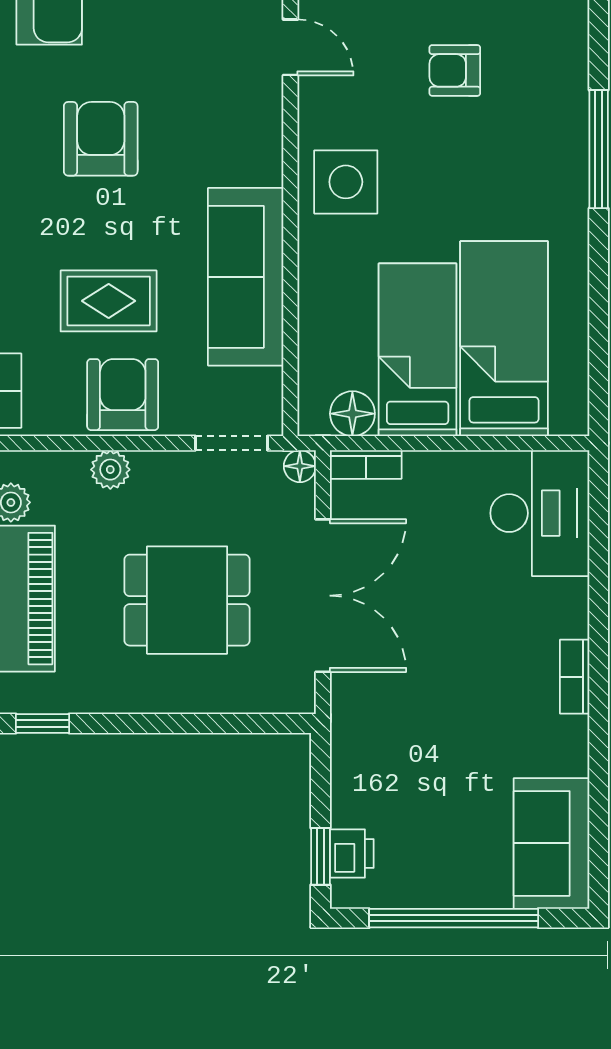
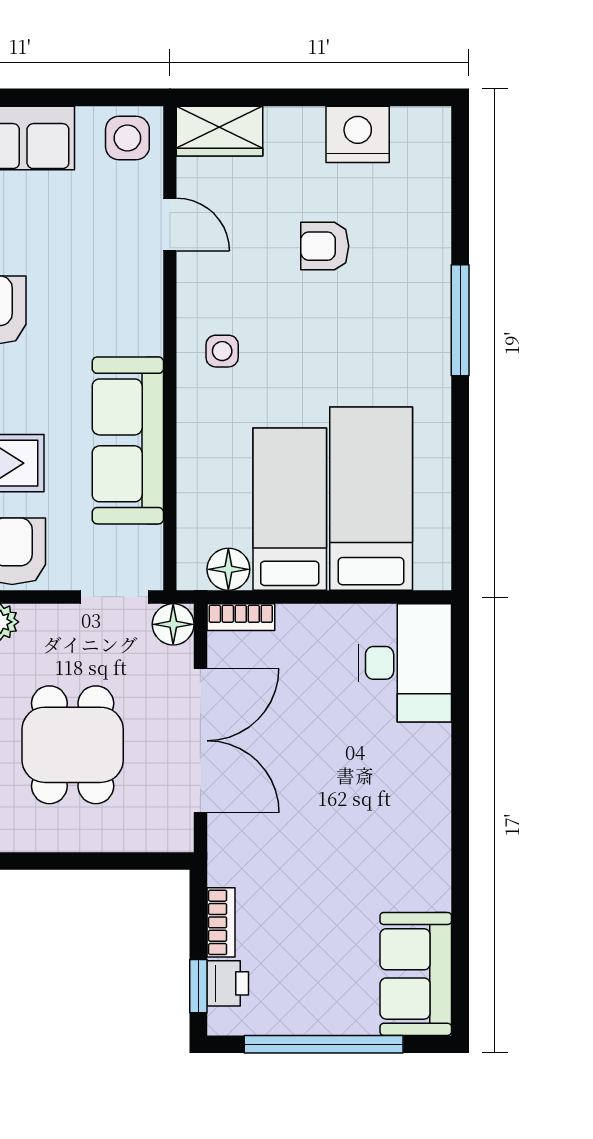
side table: (346, 182) -> (222, 351), width x0.54, depth x0.54
floor lamp: (300, 466) -> (173, 624), width x1.37, depth x1.37
dining table: (187, 600) -> (73, 745), turned 90
bookcase: (575, 677) -> (221, 922), moved, turned 180

